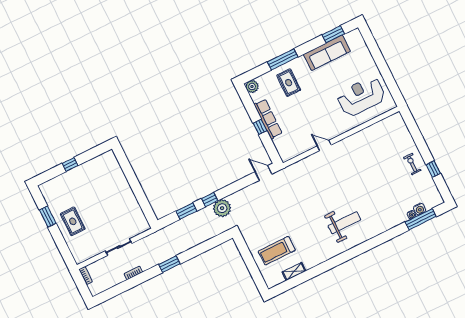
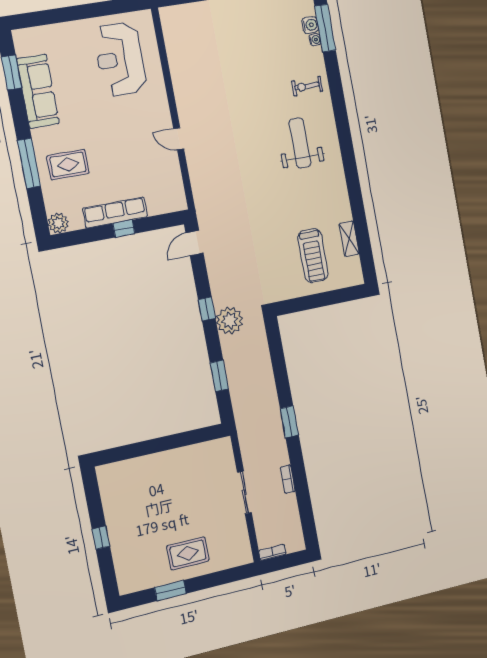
door: (324, 145) -> (179, 139), hinge flipped
exercise bike: (412, 164) -> (307, 86), moved
window: (210, 200) -> (207, 309), moved

